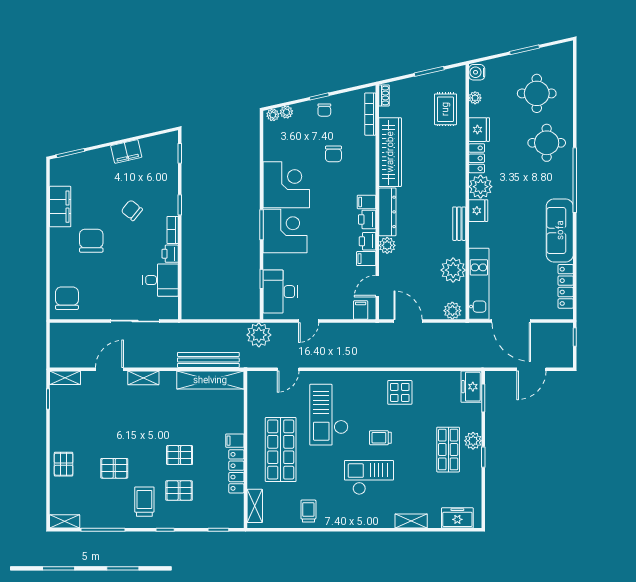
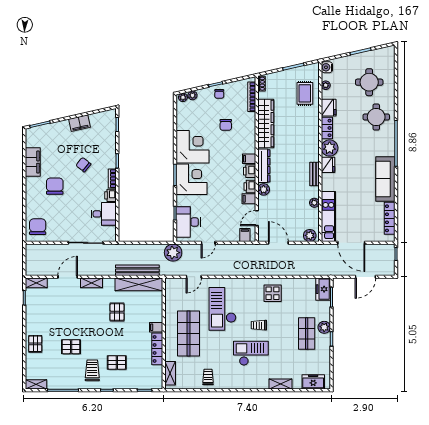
plant: (453, 270) -> (314, 203), width x0.53, depth x0.53
pallet: (180, 455) -> (117, 312), moved, turned 90

